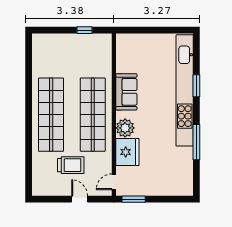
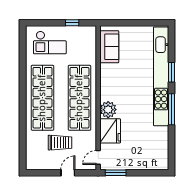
checkout: (59, 52) -> (50, 43), added
sofa: (126, 92) -> (109, 47), moved
window: (196, 142) -> (171, 109), moved
door: (80, 199) -> (68, 173), hinge flipped

